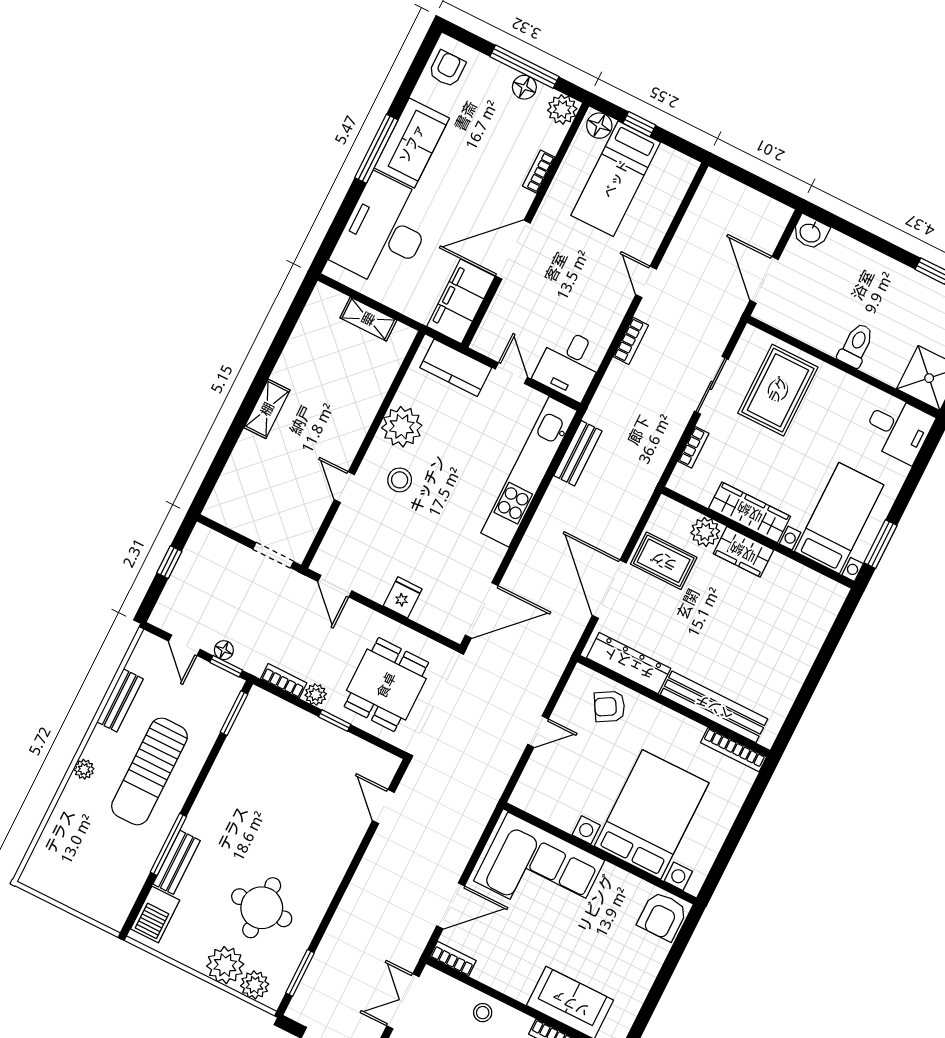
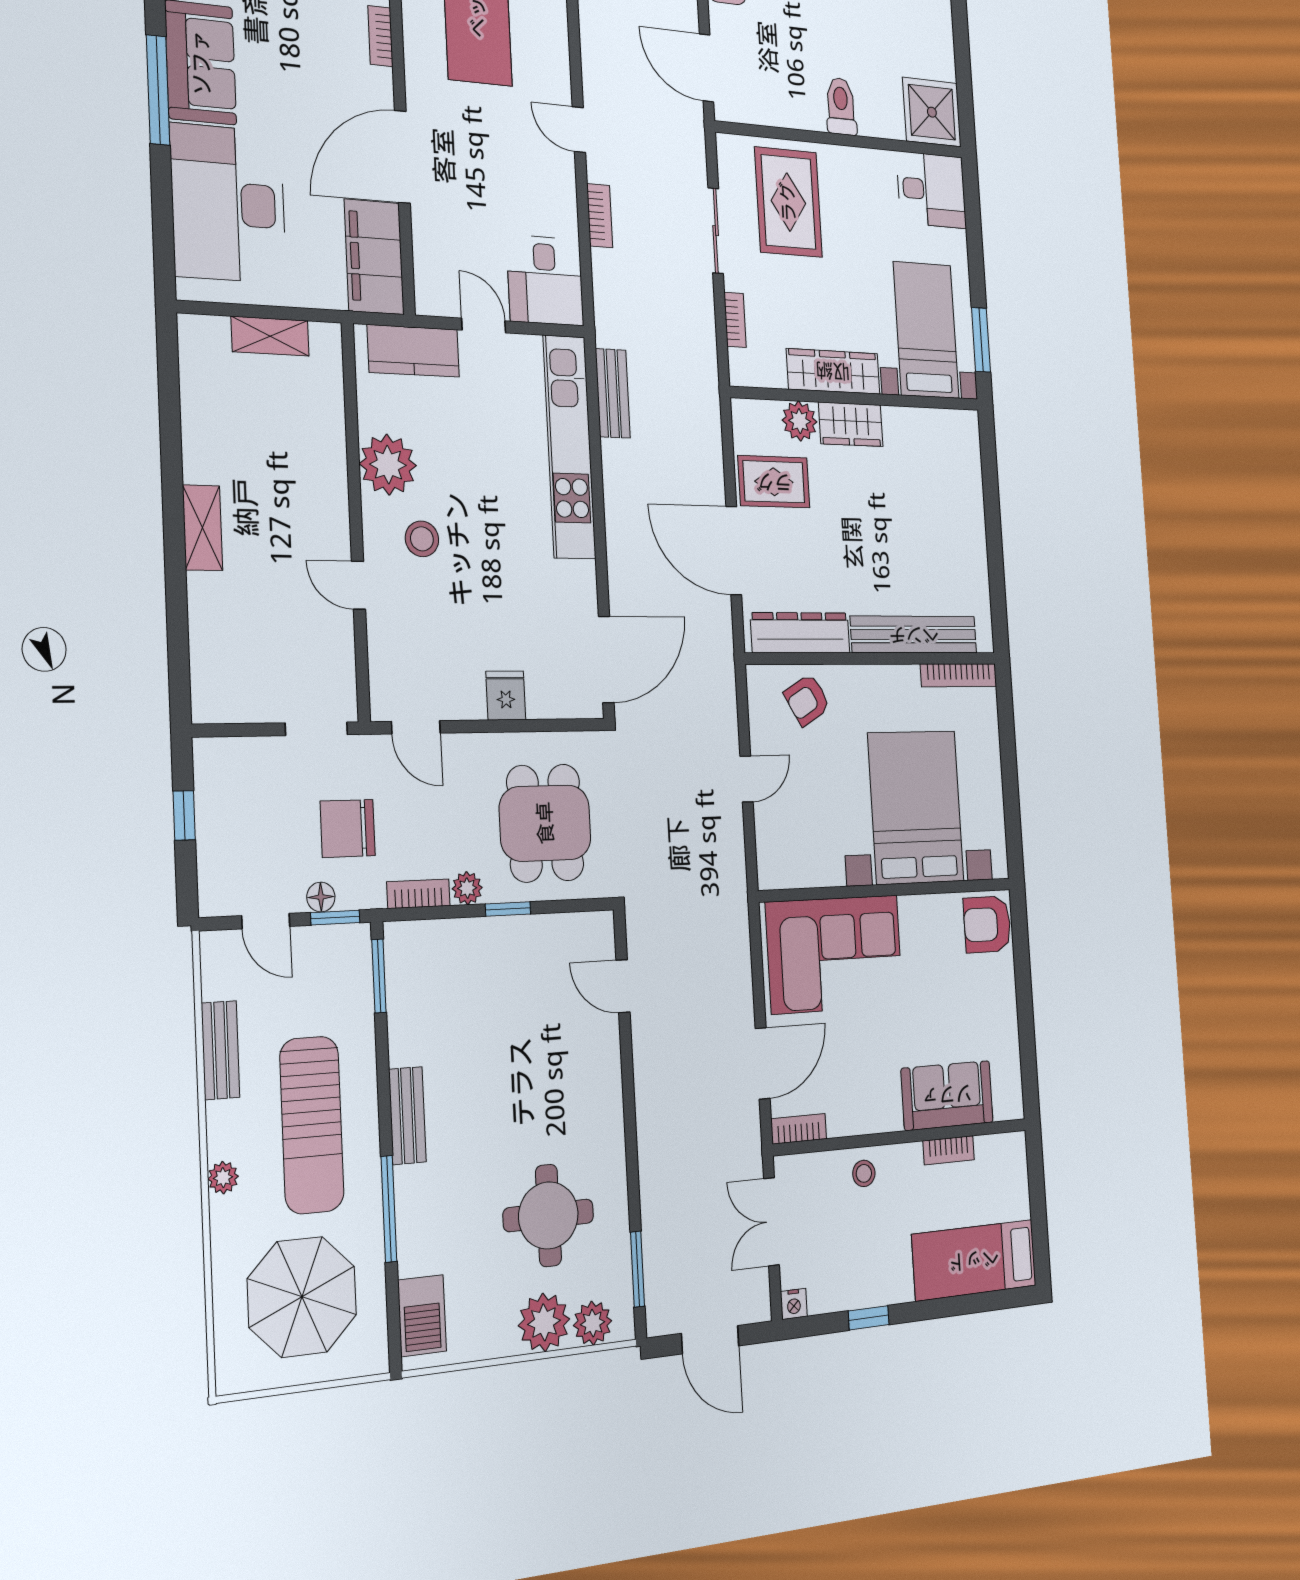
chair: (261, 621) -> (348, 828), added
parasol: (93, 860) -> (302, 1297), added
bench: (177, 862) -> (407, 1116), moved
armchair: (662, 916) -> (987, 924), turned 90

